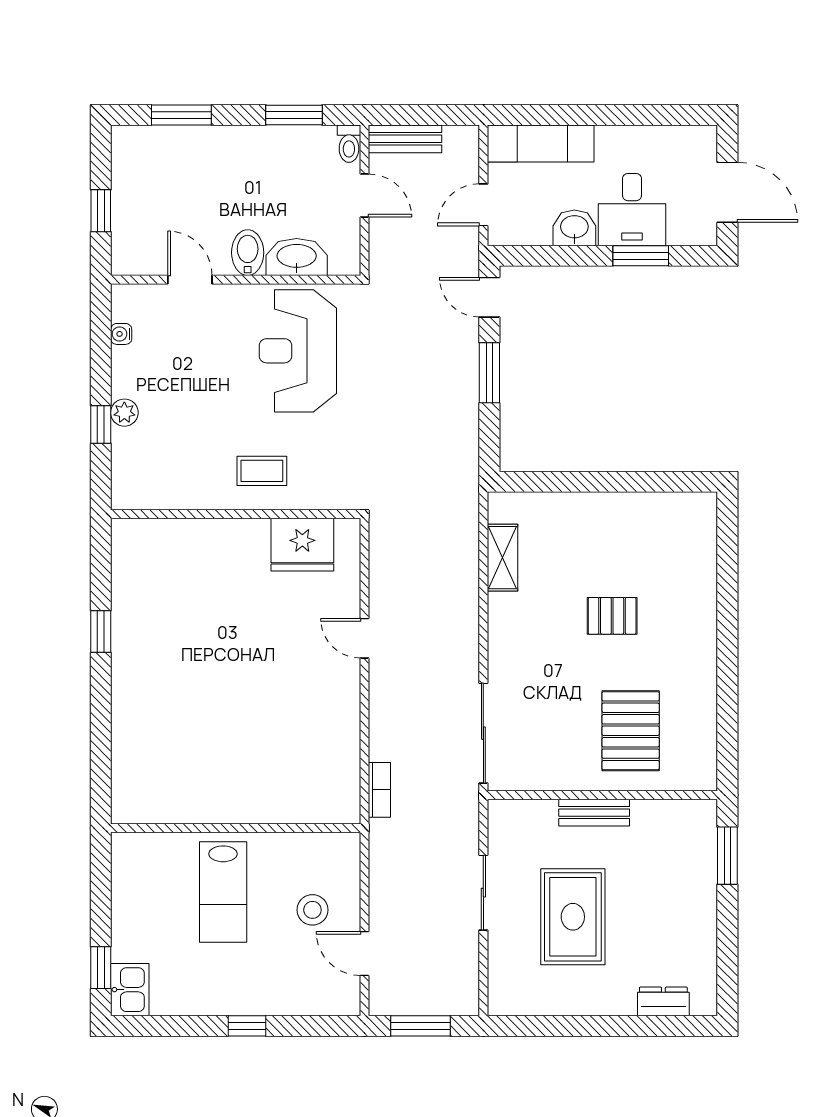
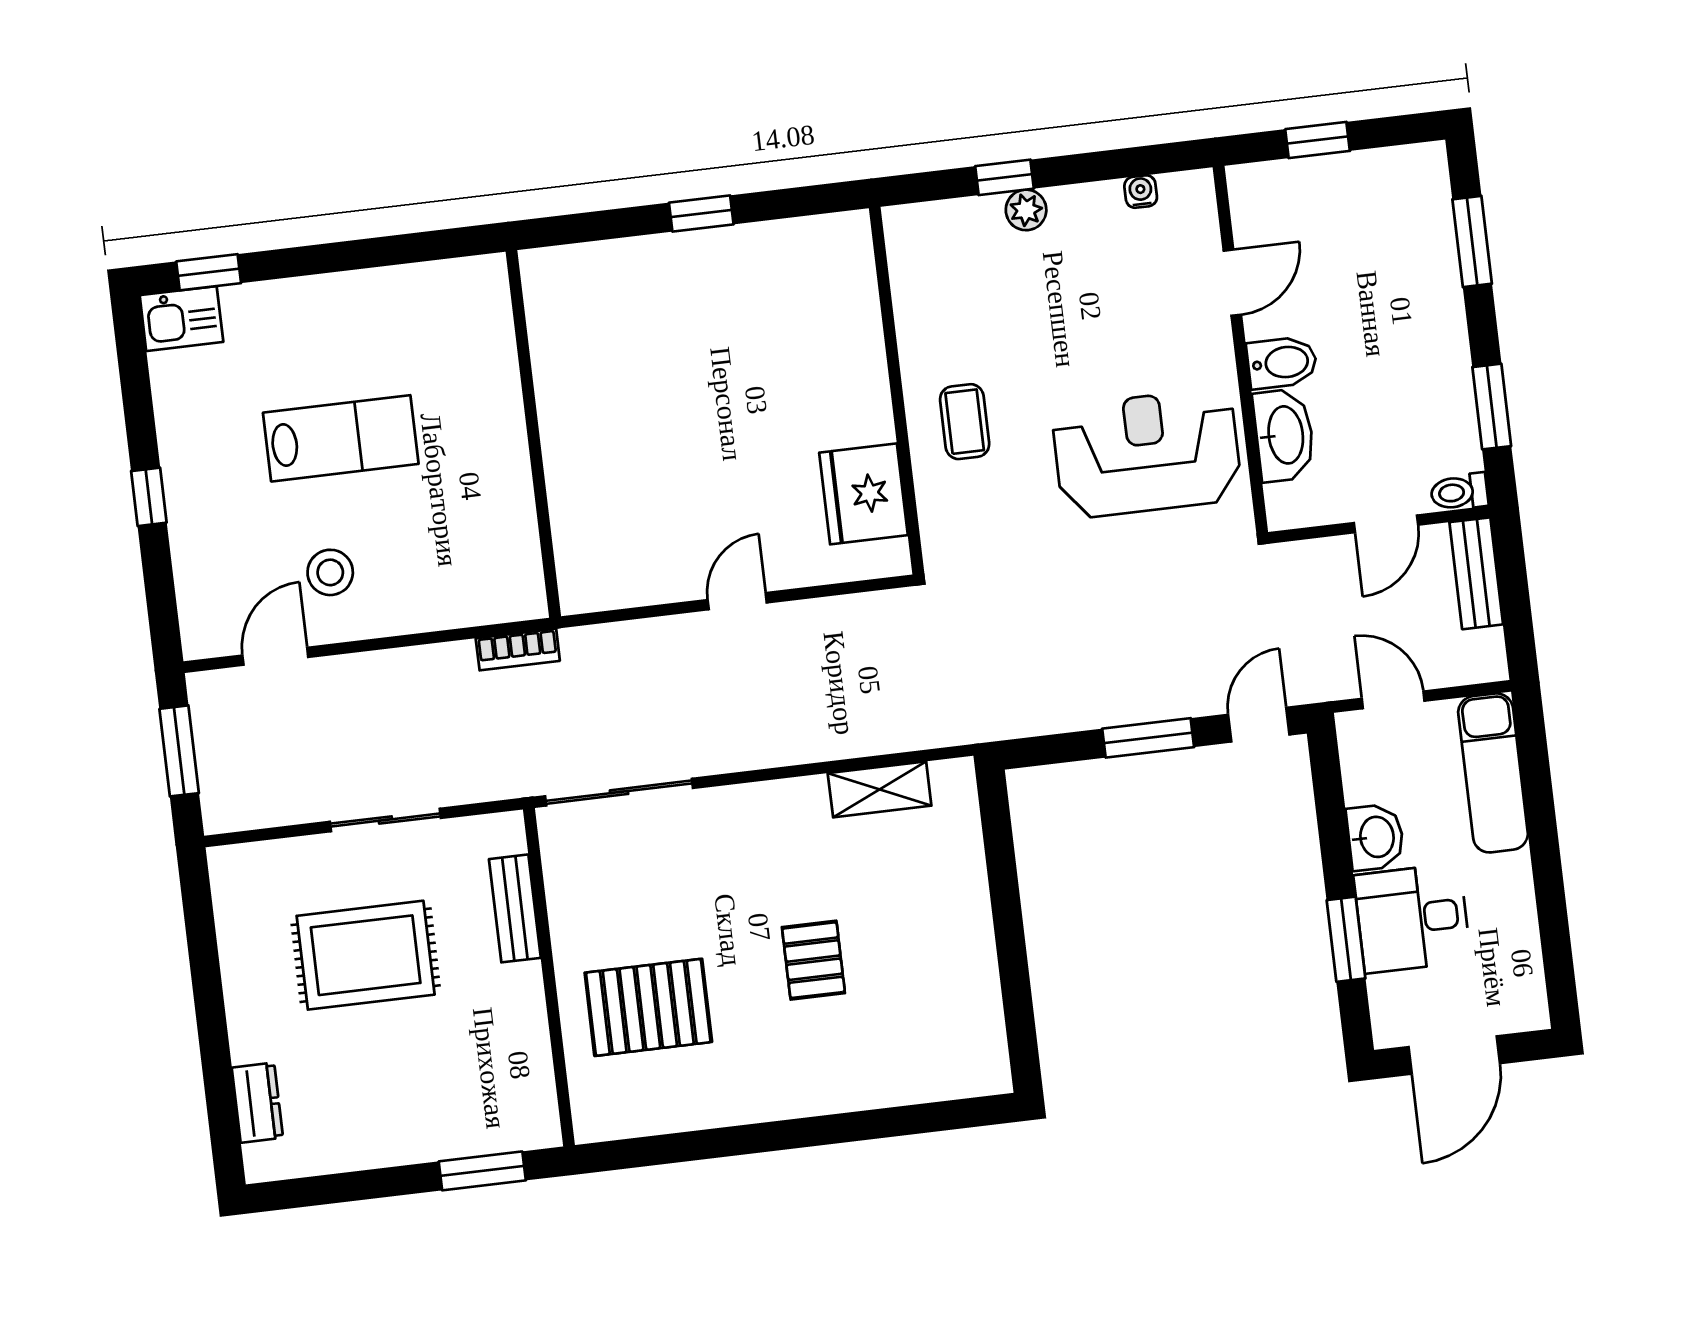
bench: (594, 813) -> (515, 908), moved
wall: (236, 828) -> (533, 434), moved
lab bench: (223, 892) -> (341, 438), turned 180

